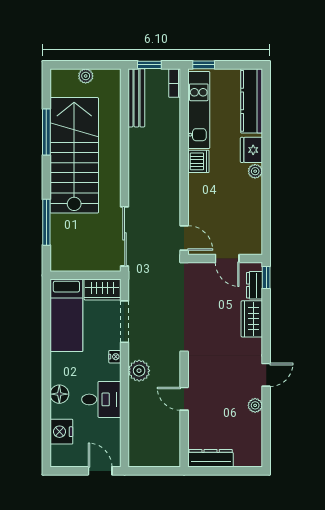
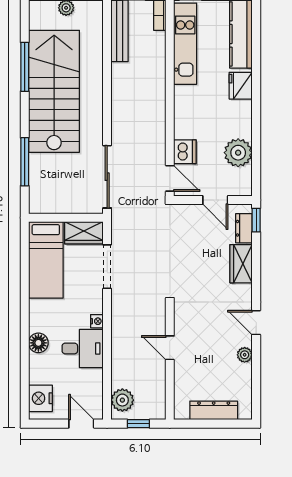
dishwasher: (198, 161) -> (185, 152), moved
plant: (255, 171) -> (238, 153), moved, width x1.88, depth x1.88
nightstand: (115, 357) -> (97, 321), moved
plant: (139, 371) -> (122, 400), moved
door: (266, 375) -> (256, 323), swing flipped
nightstand: (61, 432) -> (40, 398), moved
dresser: (211, 458) -> (214, 410), moved
window: (154, 471) -> (138, 424), added

